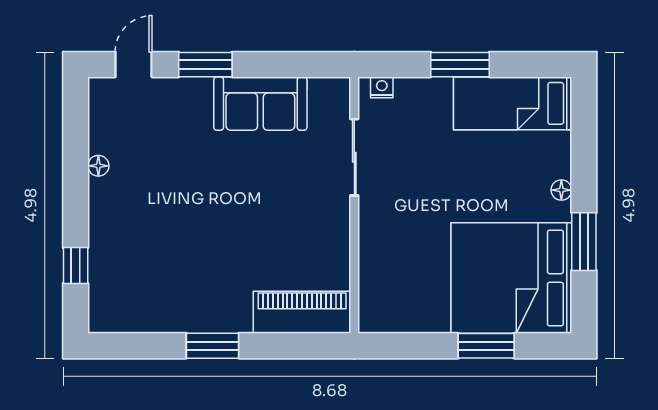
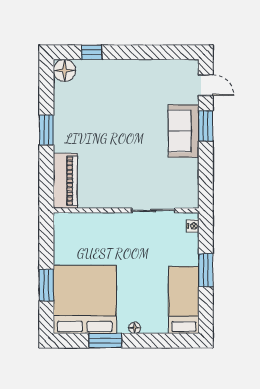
sofa: (260, 104) -> (184, 131), moved
floor lamp: (98, 166) -> (64, 70), moved, width x1.89, depth x1.89

